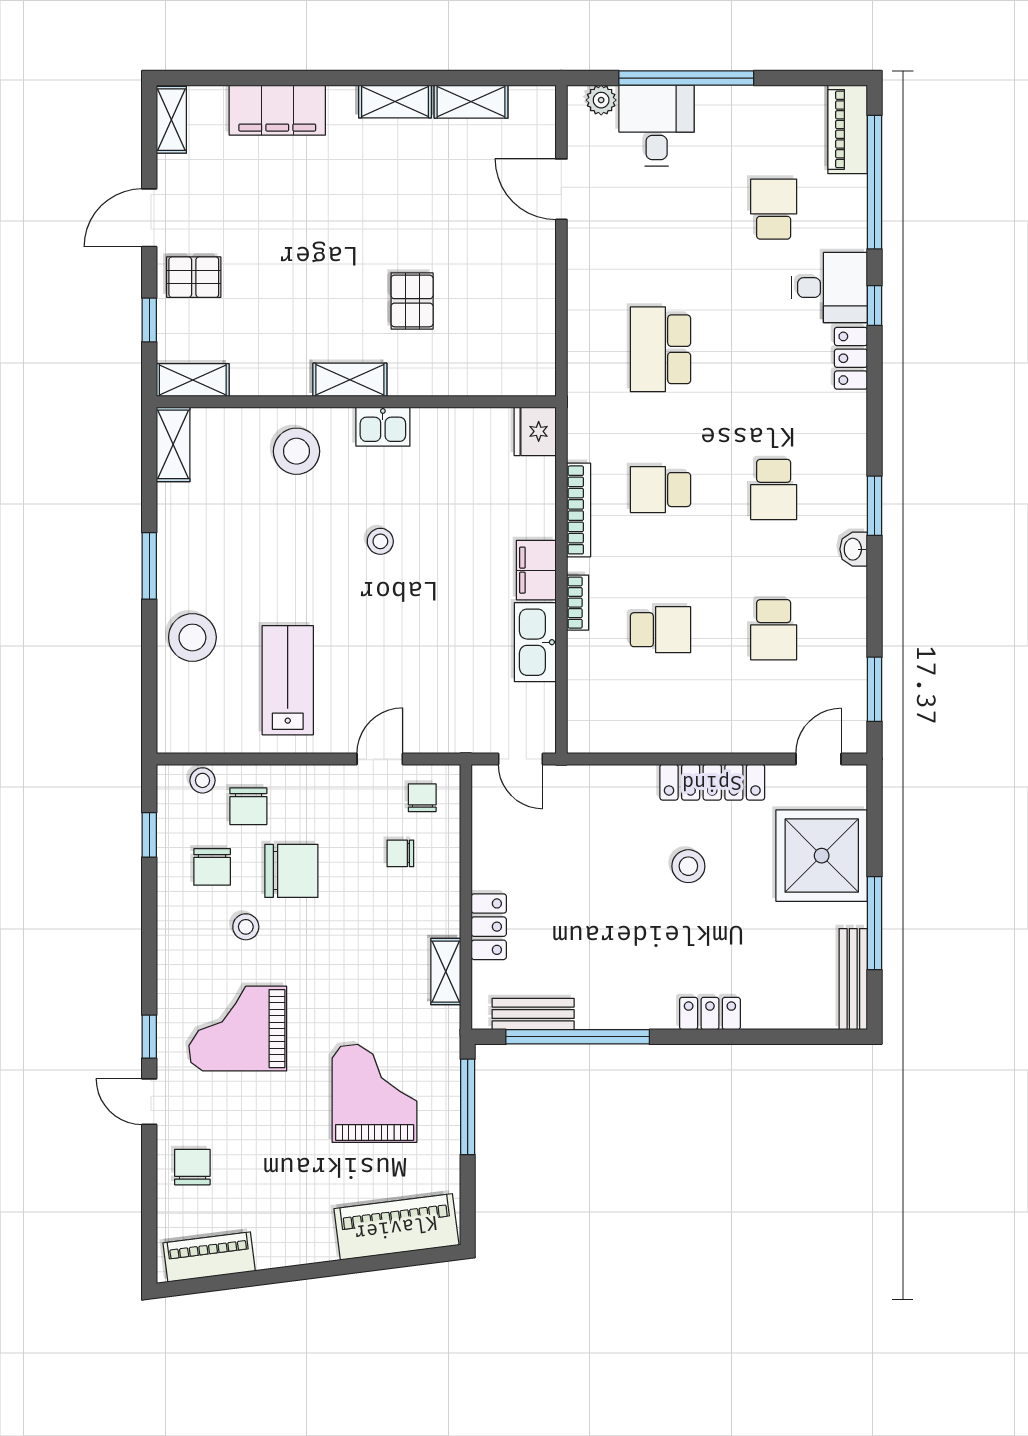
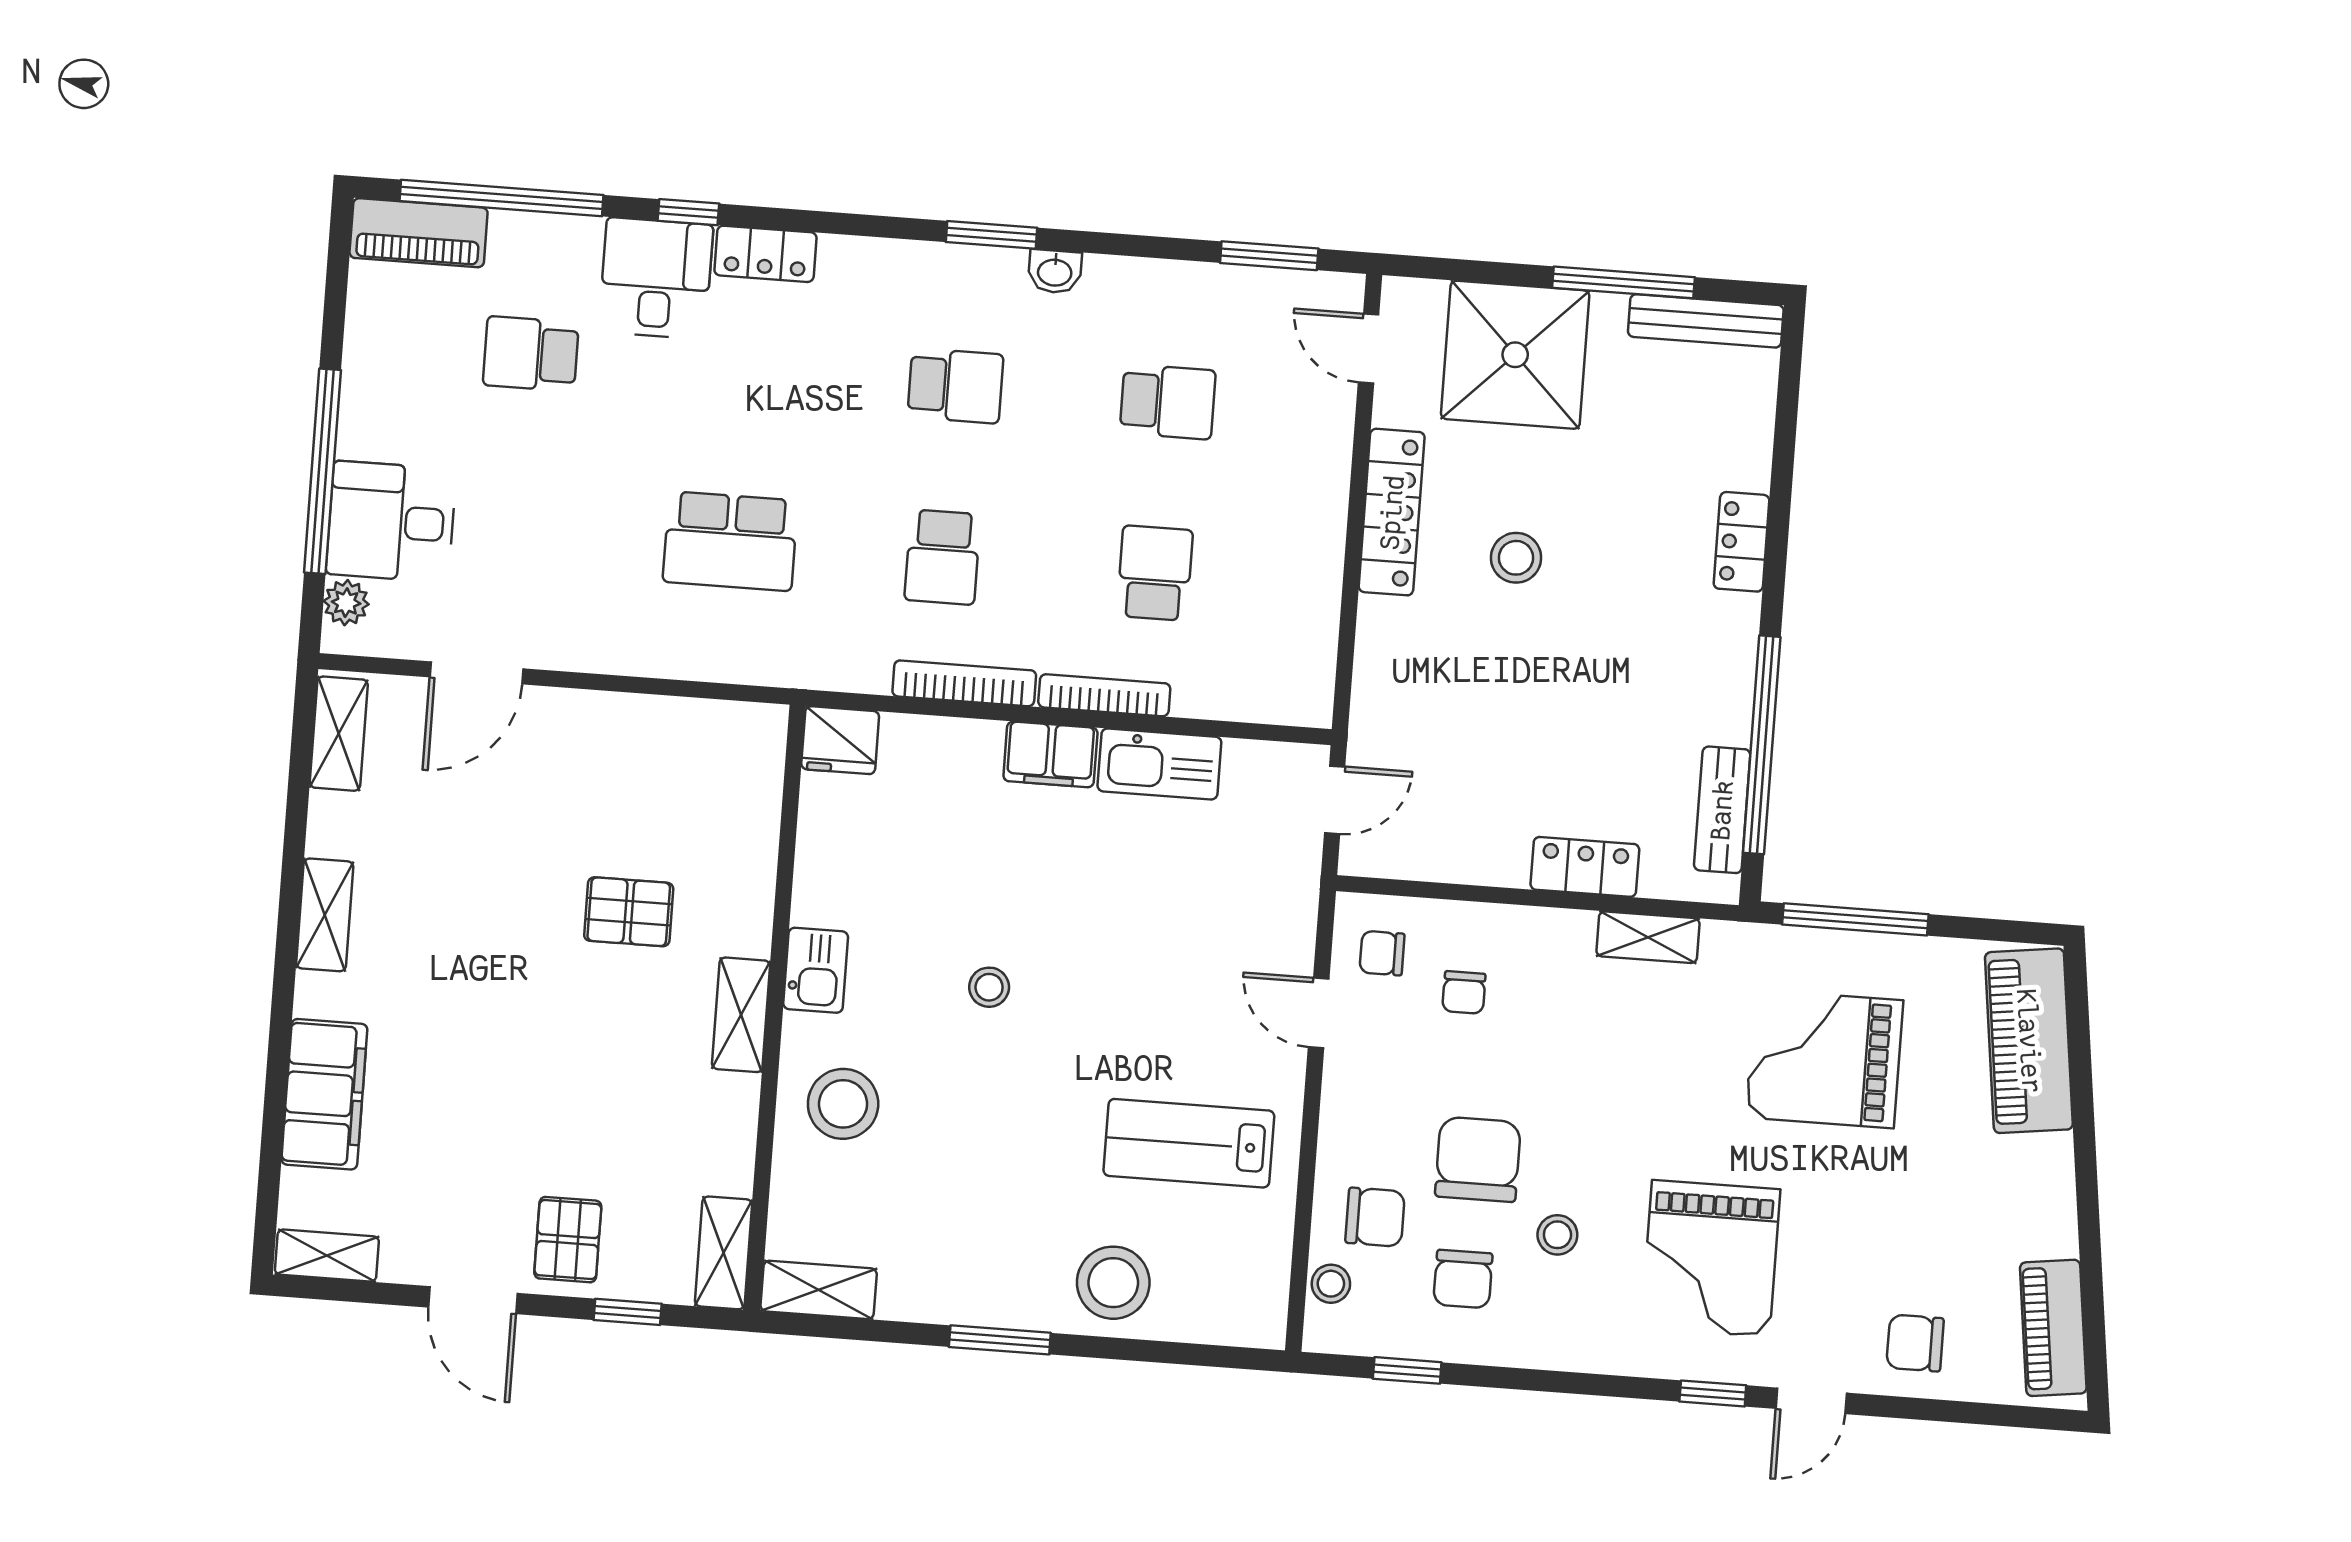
shelving: (471, 102) -> (339, 734), moved
bookcase: (578, 603) -> (1104, 695), width x1.56
chair: (212, 867) -> (1463, 1279), turned 90

